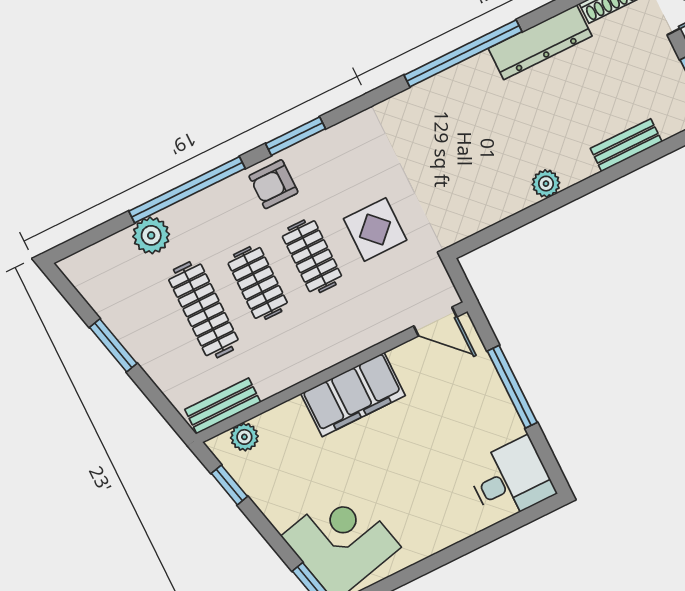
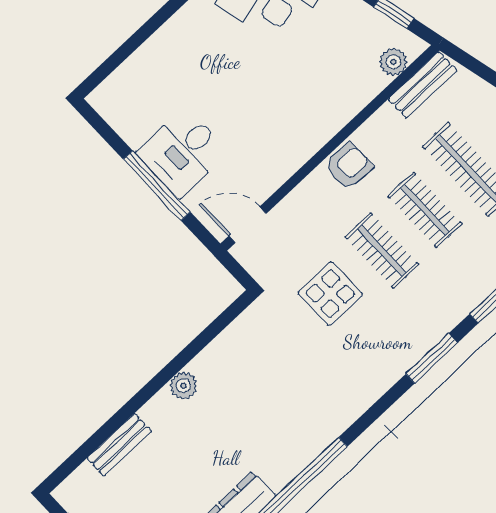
armchair: (273, 184) -> (348, 166), moved
filing cabinet: (353, 395) -> (304, 133), removed
desk: (511, 480) -> (182, 152), moved

